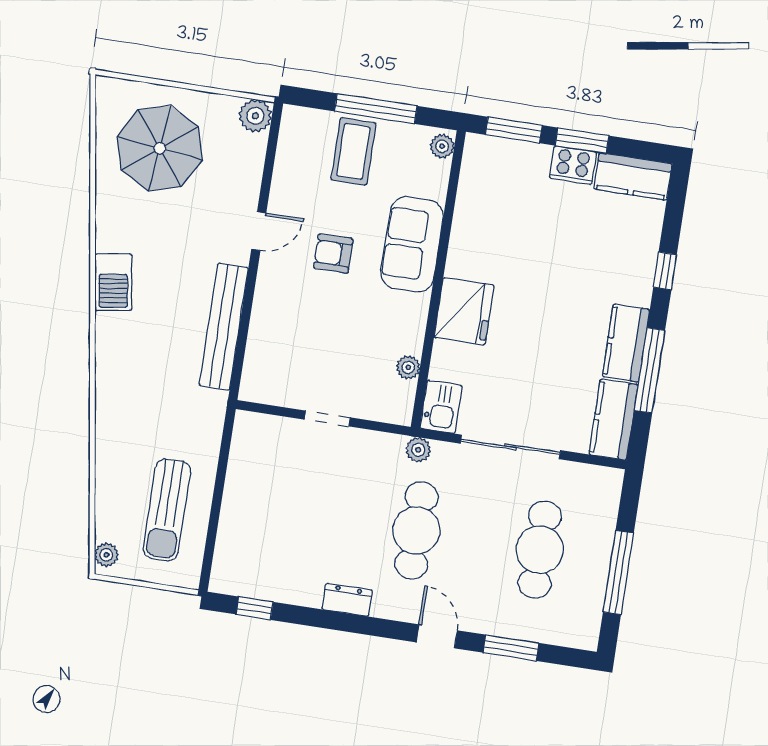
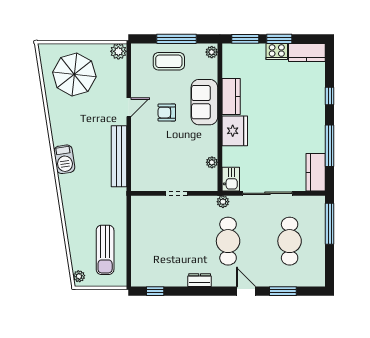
coffee table: (353, 151) -> (169, 61), turned 90
barbecue: (113, 282) -> (64, 159), moved
kitchen counter: (626, 343) -> (231, 96), moved, turned 180
window: (618, 572) -> (330, 224), moved

